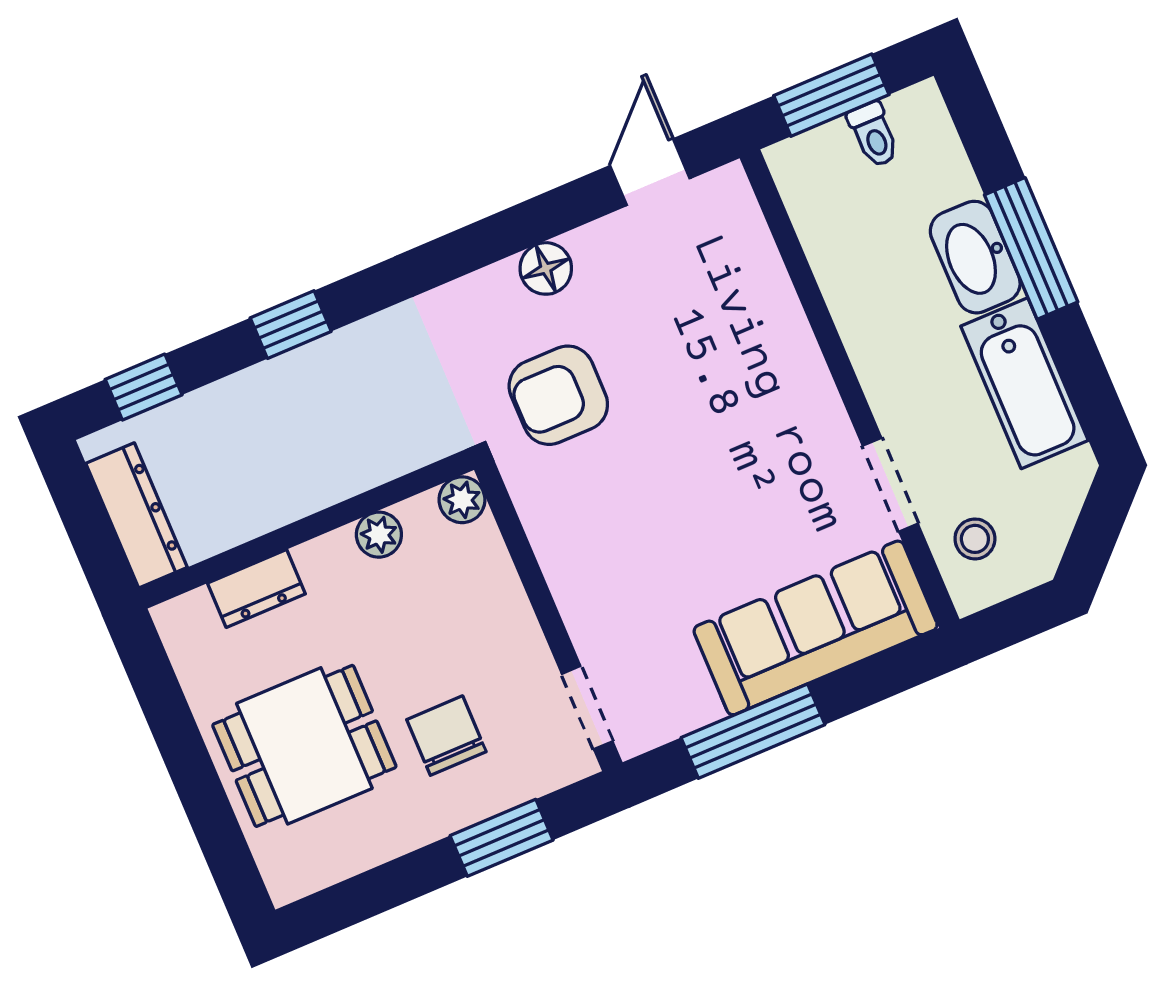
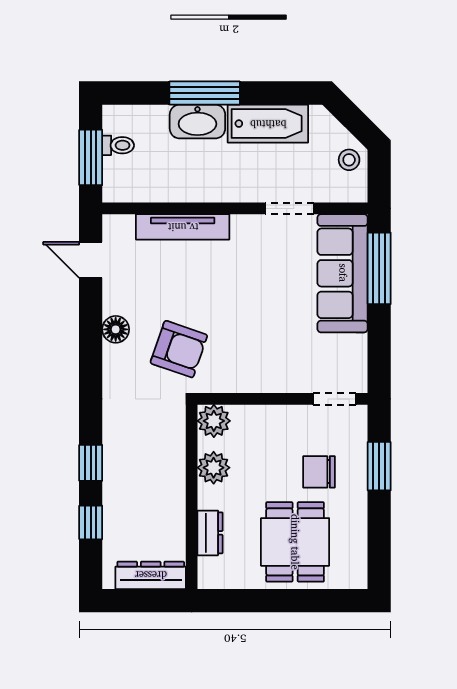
tv unit: (778, 310) -> (183, 227), added
window: (144, 387) -> (91, 522), moved
armchair: (558, 395) -> (179, 349), turned -71
plant: (462, 500) -> (214, 421), width x1.38, depth x1.38
plant: (379, 535) -> (214, 468), width x1.38, depth x1.38
stool: (975, 539) -> (349, 160), moved
window: (753, 731) -> (379, 268), moved

